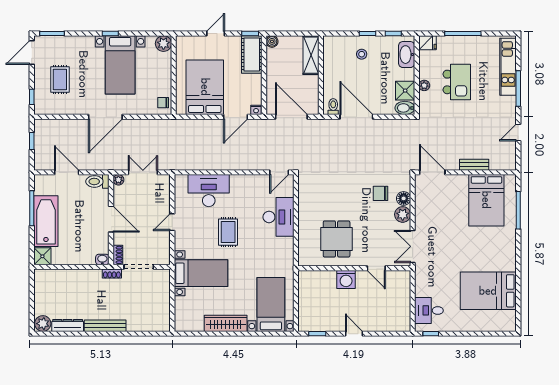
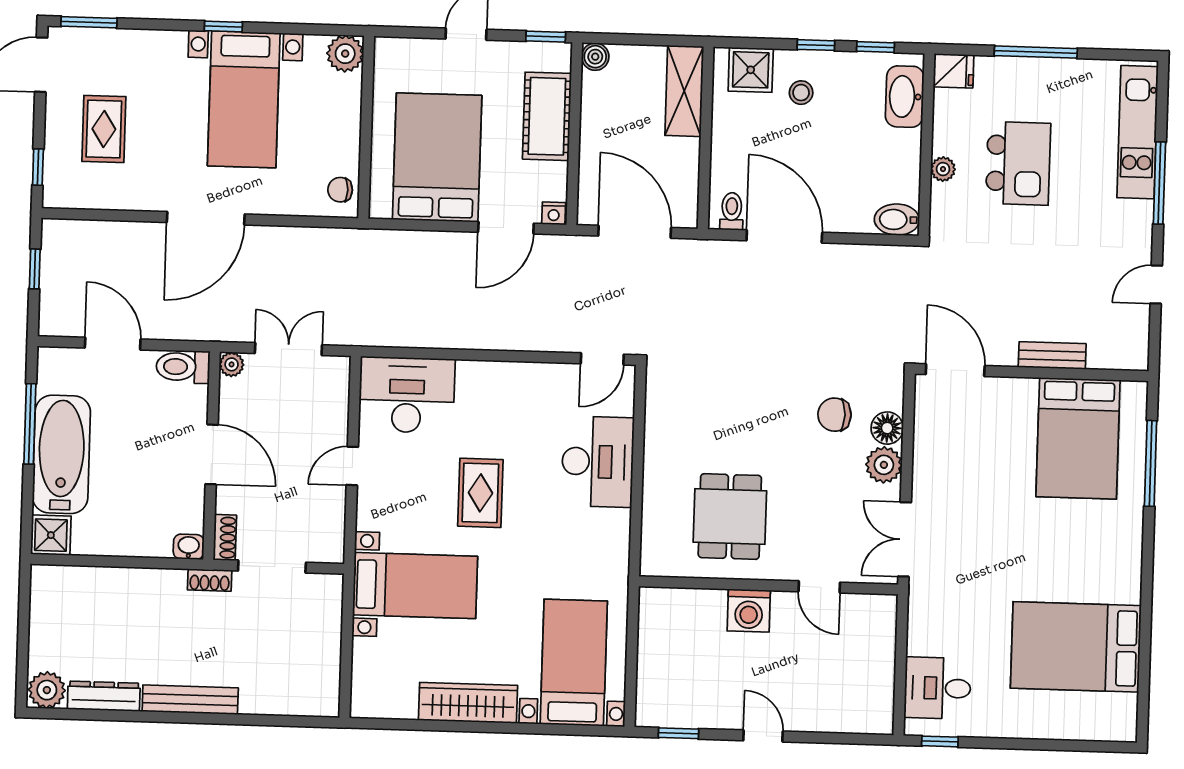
cot: (252, 54) -> (547, 116), moved
shower: (405, 91) -> (751, 70), moved
desk: (209, 191) -> (407, 395), moved

